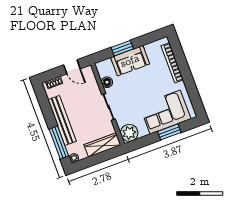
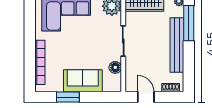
window: (122, 48) -> (68, 97), moved

